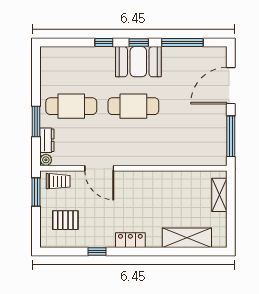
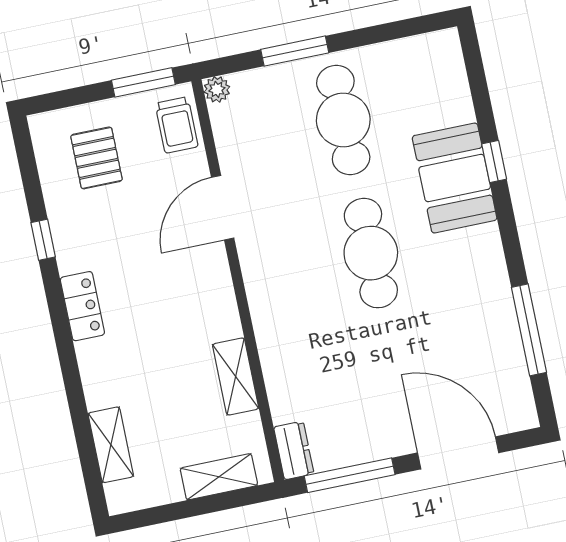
window: (139, 43) -> (510, 236), removed
booth: (138, 62) -> (455, 178), moved
dresser: (47, 140) -> (294, 450), moved, turned -90
shelving: (176, 178) -> (236, 376), added
shelving: (187, 238) -> (111, 445), width x0.67, depth x0.75

